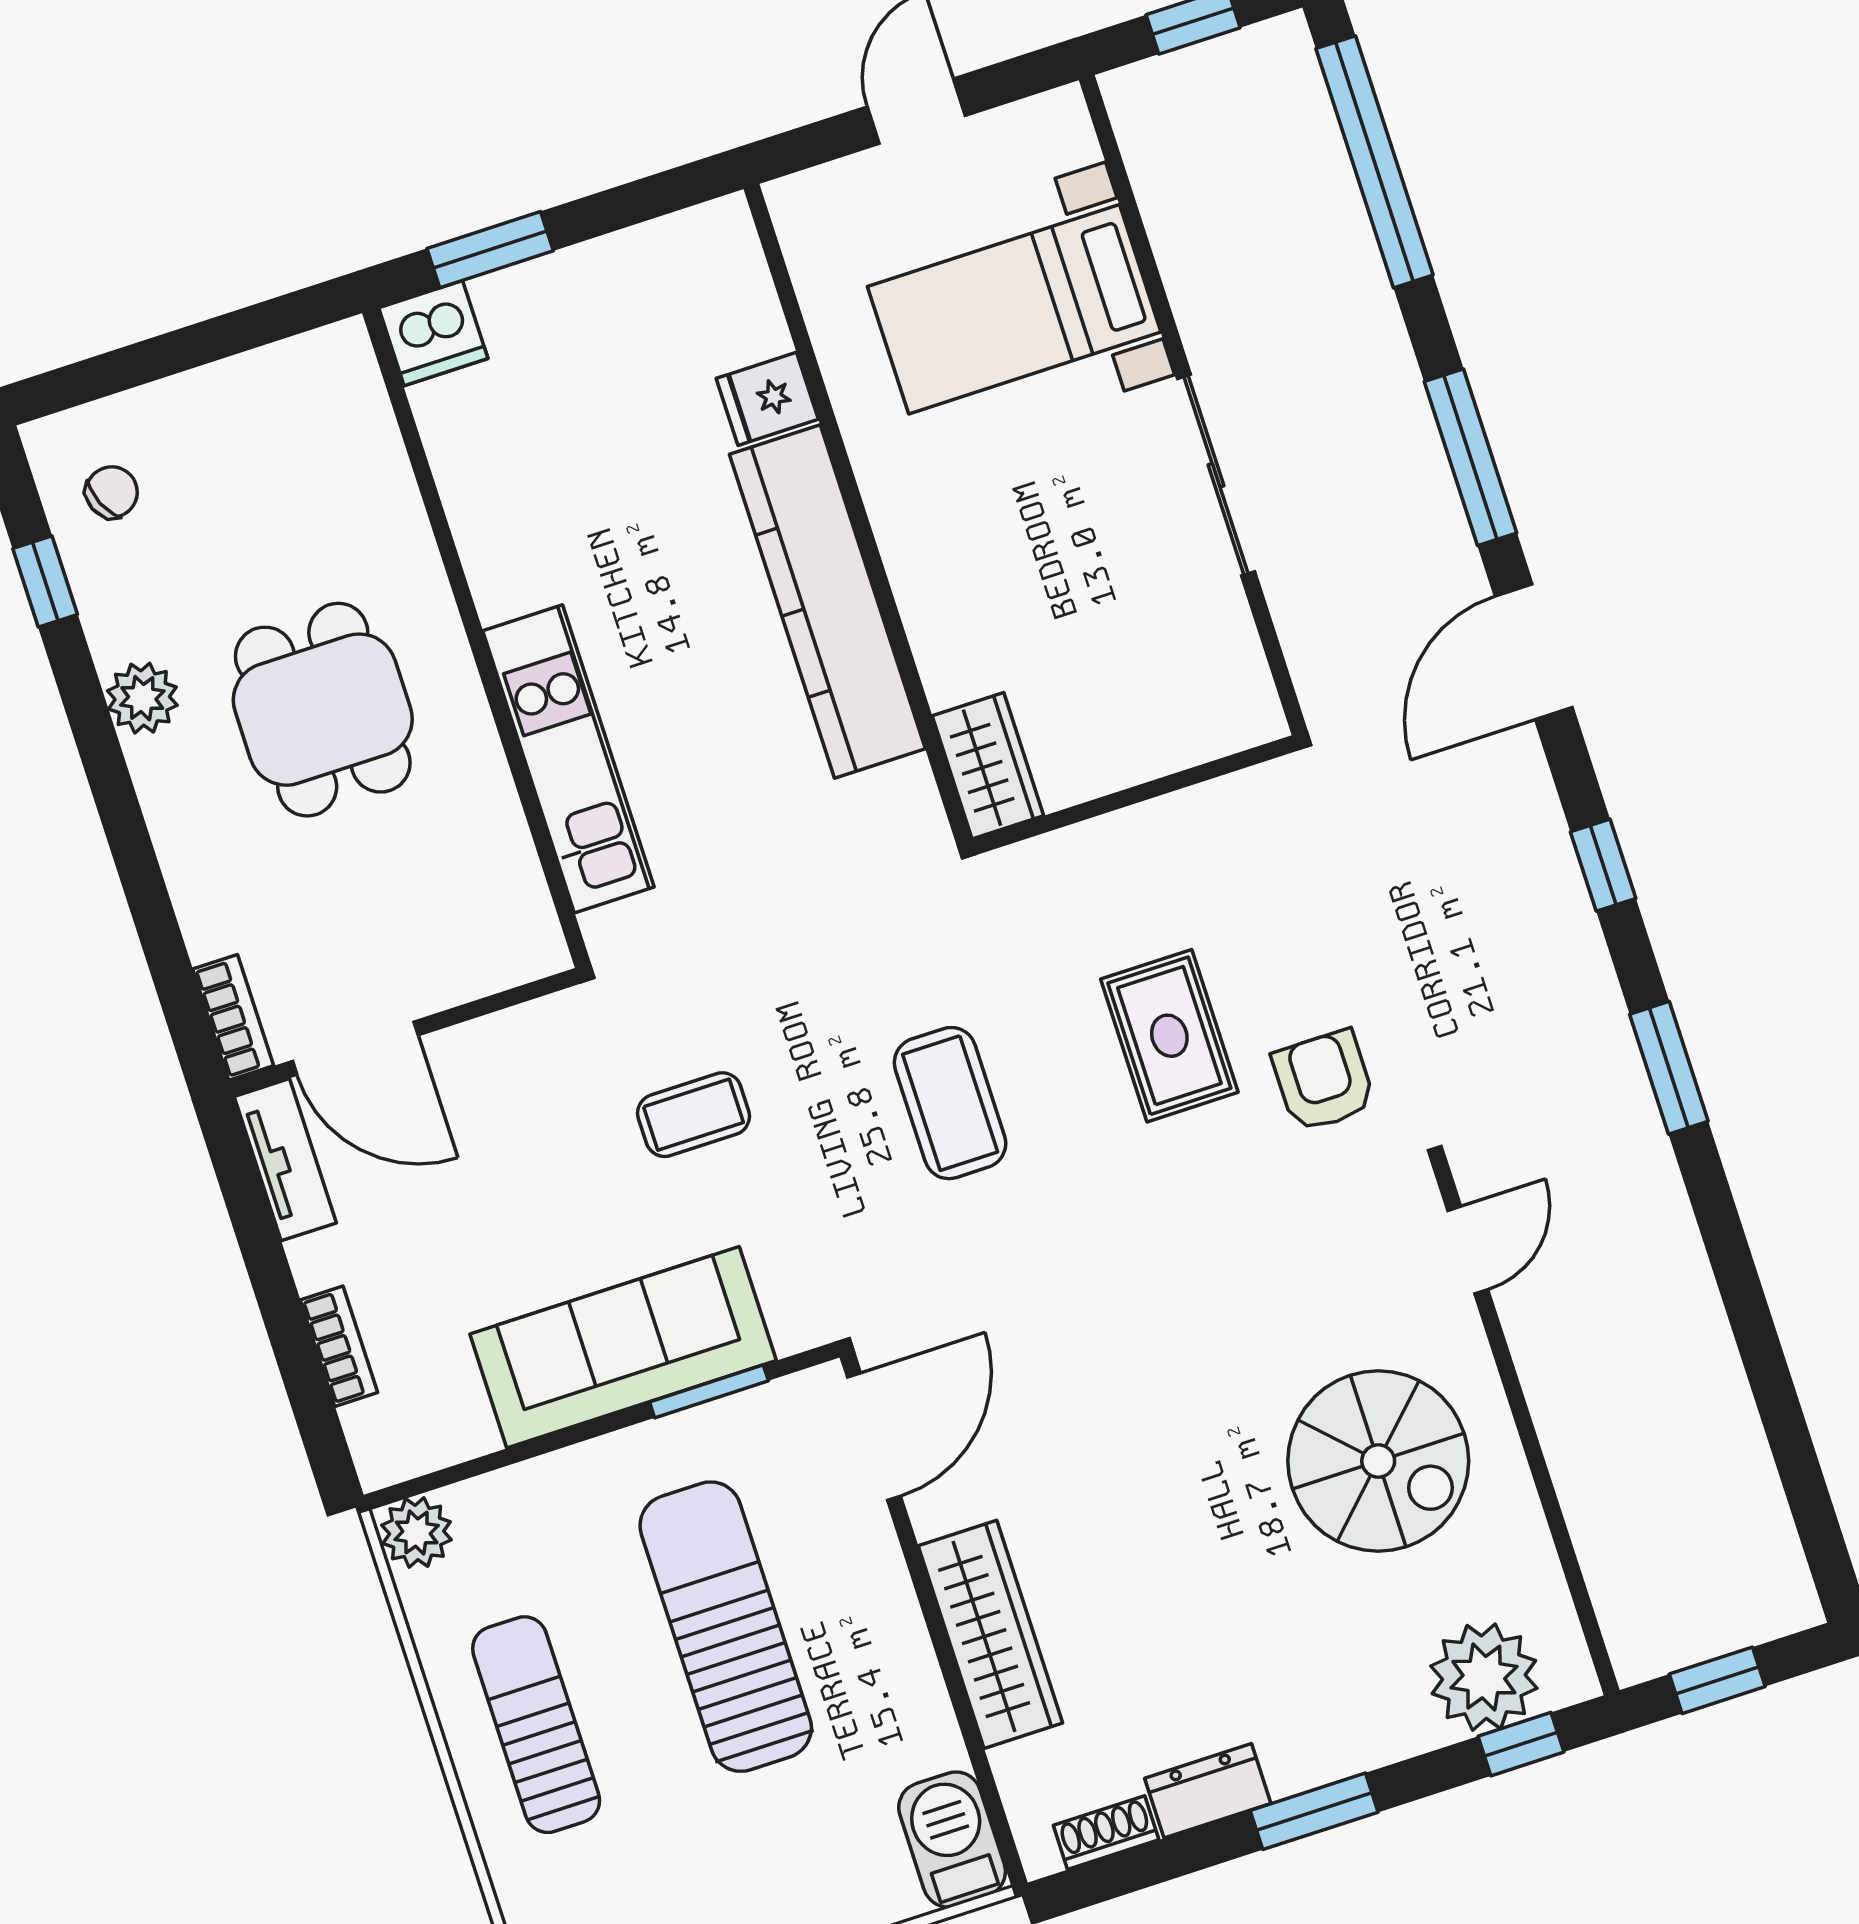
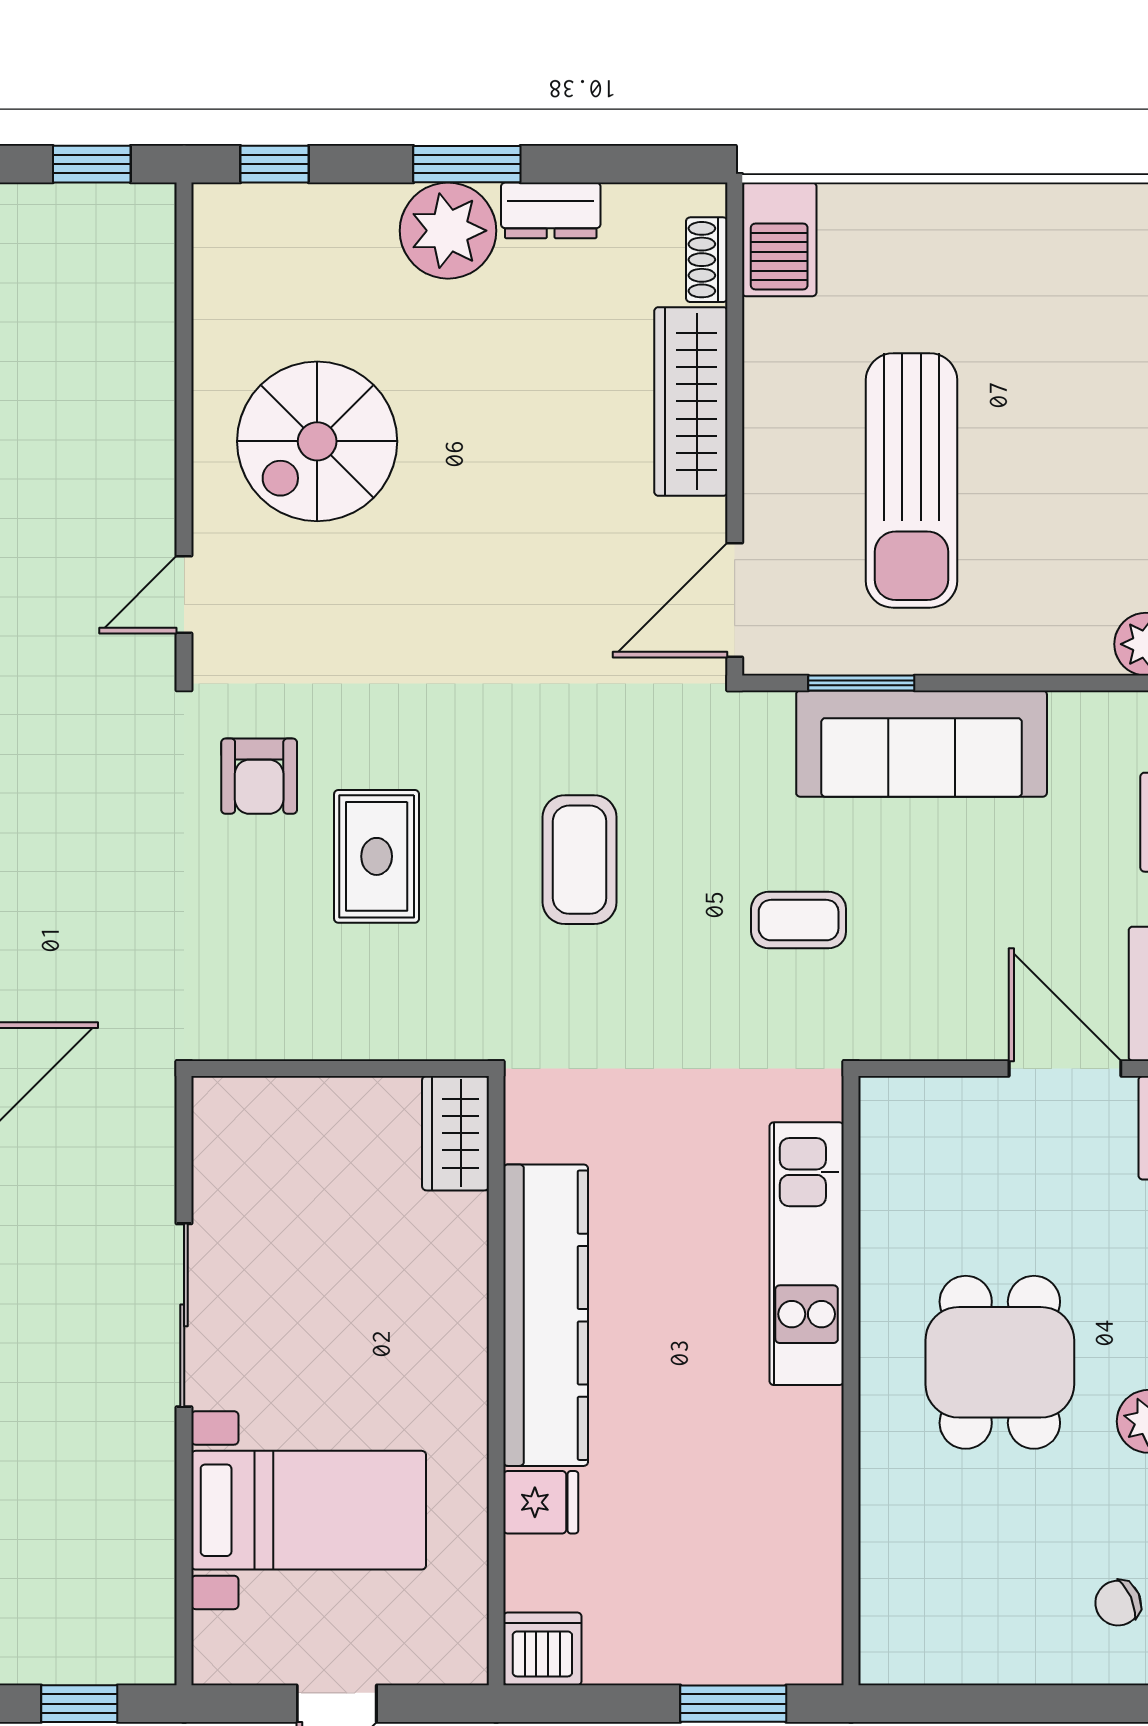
dishwasher: (433, 333) -> (542, 1649), moved
spiral stairs: (1378, 1461) -> (317, 441), turned -90
plant: (1484, 1677) -> (448, 231), moved
sun lounger: (536, 1725) -> (1098, 450), removed
shoe rack: (1106, 1833) -> (707, 260), moved, turned 90

